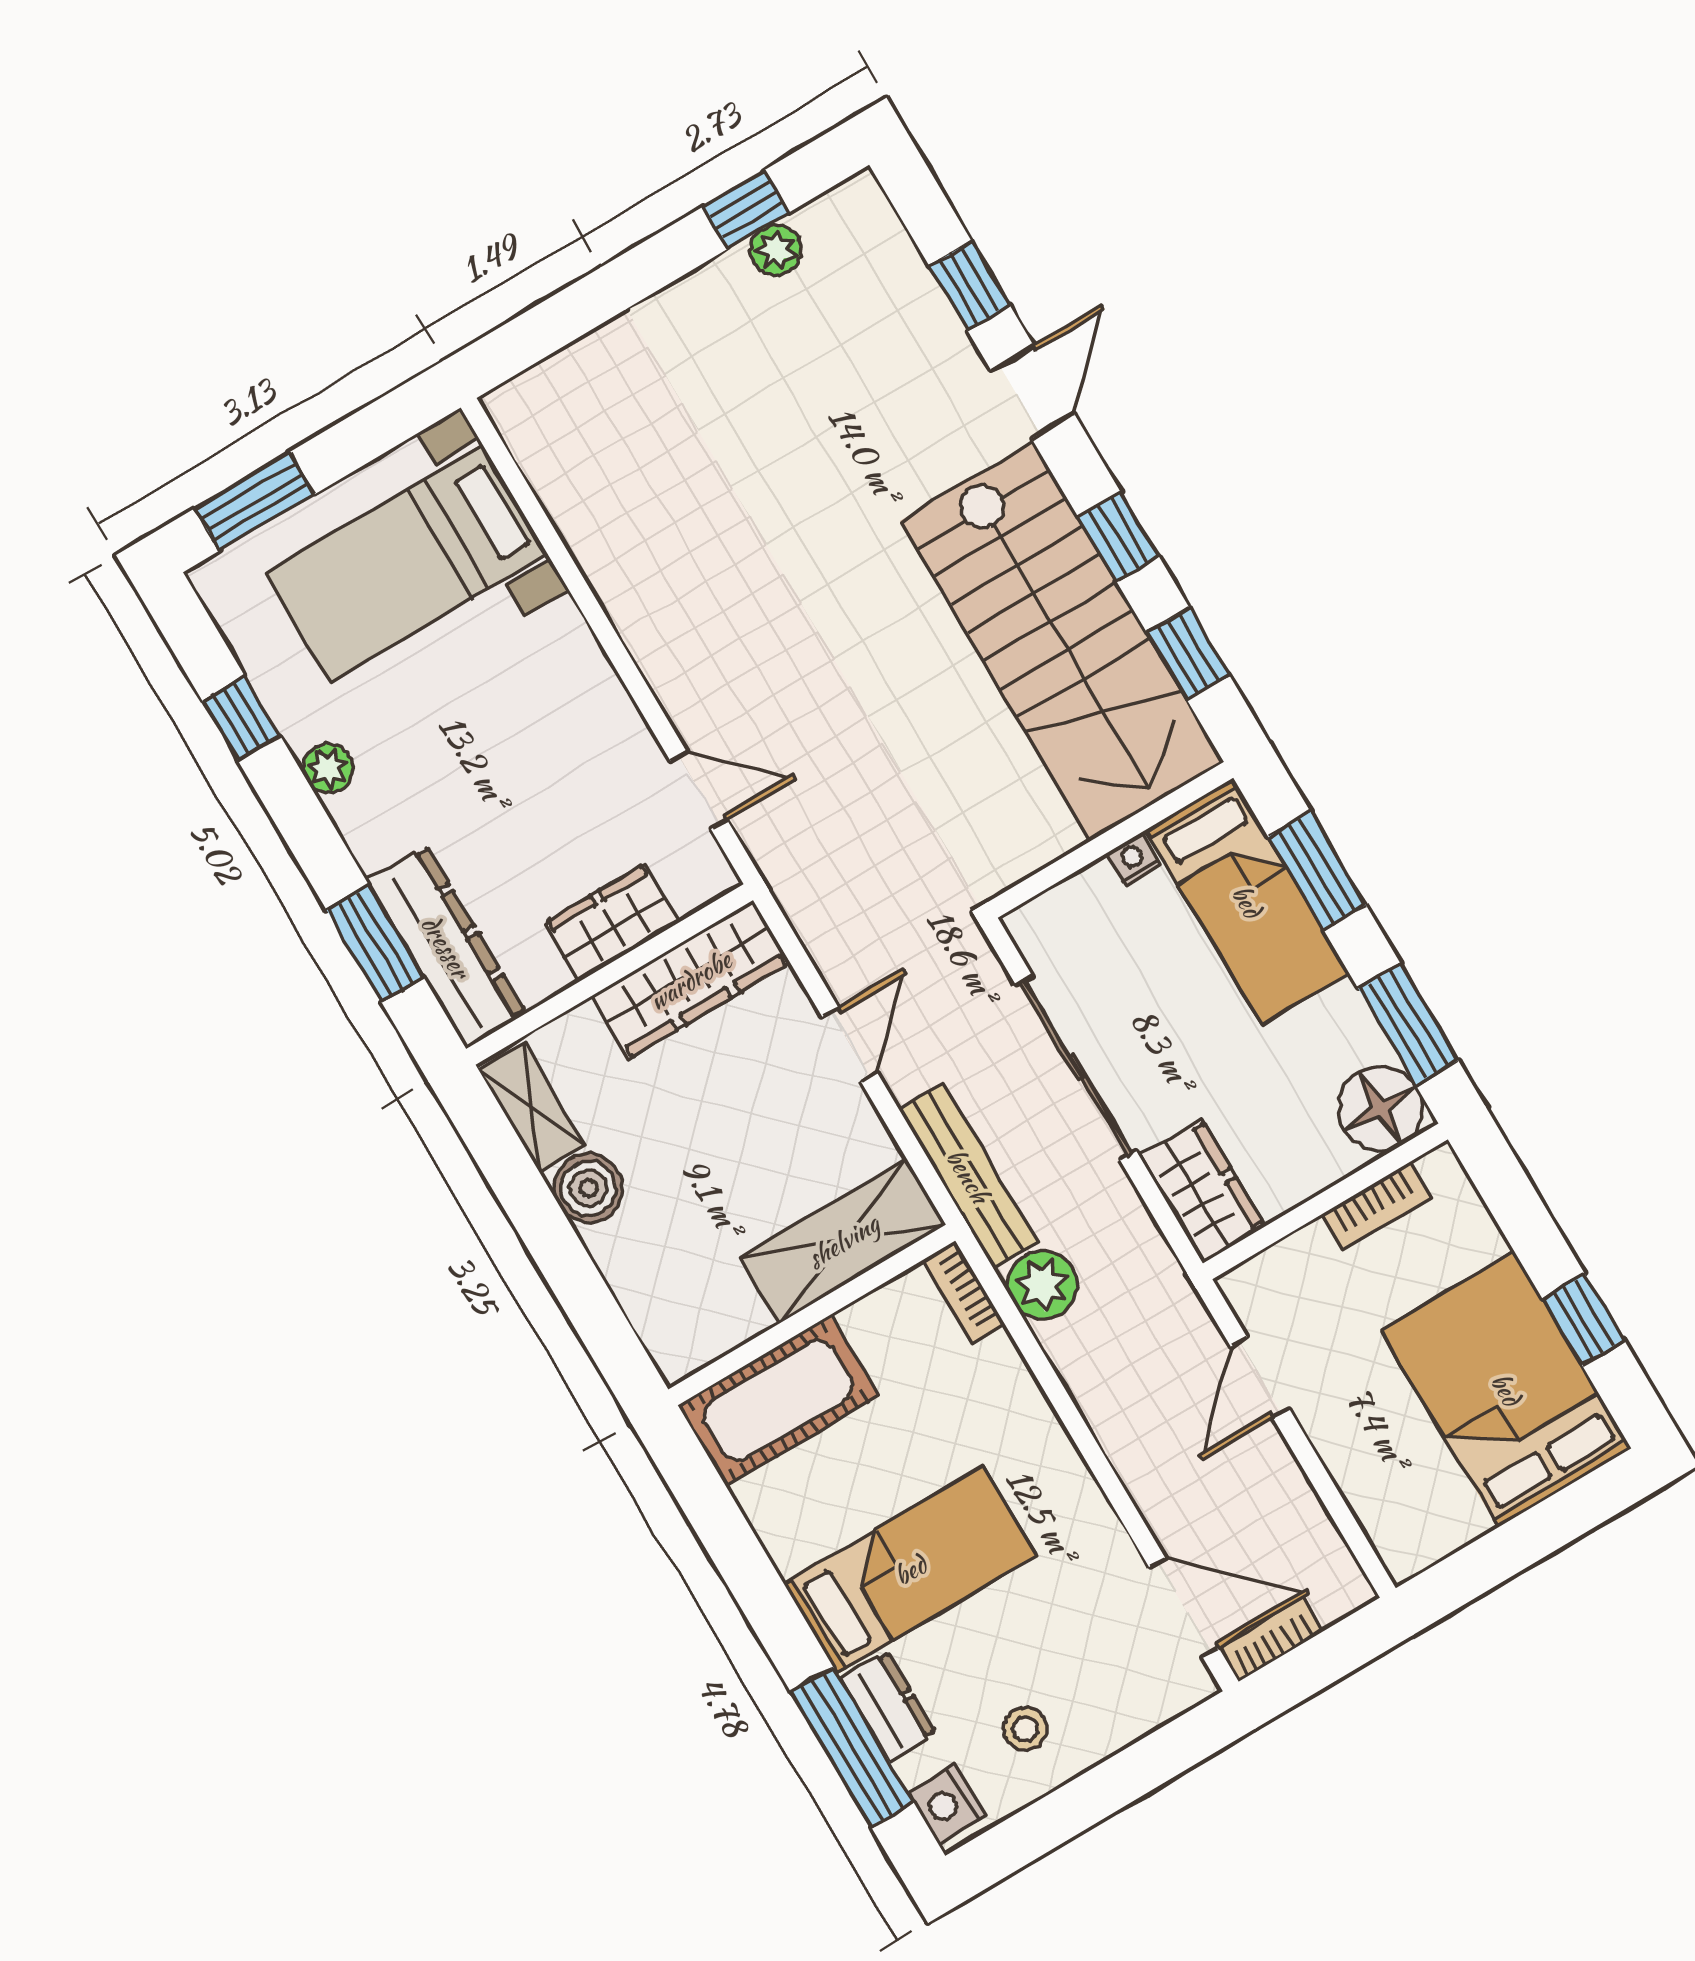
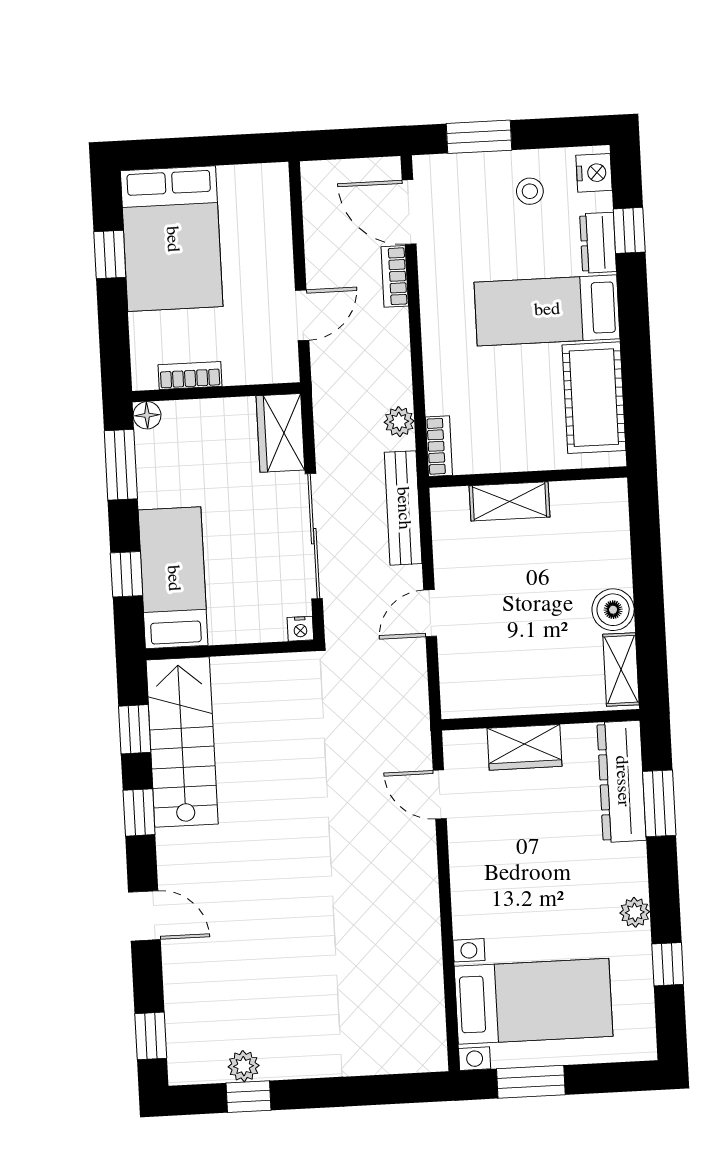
window: (970, 286) -> (151, 1036), moved
door: (1033, 392) -> (144, 916), swing flipped
window: (254, 501) -> (531, 1082), moved
stairs: (1062, 641) -> (182, 742), width x0.73, depth x0.66
nightstand: (1134, 859) -> (300, 629), moved
window: (1317, 871) -> (127, 574), width x0.67
wardrobe: (690, 980) -> (498, 694), removed
floor lamp: (1381, 1109) -> (147, 415), width x0.53, depth x0.53
shelving: (843, 1241) -> (509, 501), width x0.67, depth x0.75
plant: (1043, 1285) -> (399, 422), width x0.73, depth x0.73
cot: (778, 1401) -> (594, 398), moved, turned 90
bookcase: (1271, 1639) -> (395, 276), moved, turned 90
window: (852, 1747) -> (629, 230), width x0.46
window: (1140, 1769) -> (479, 137), added

